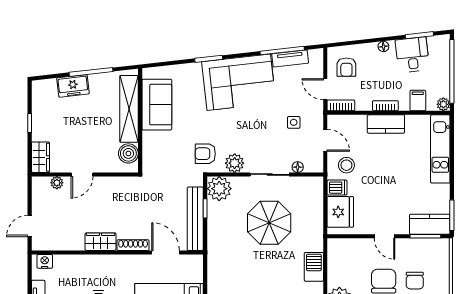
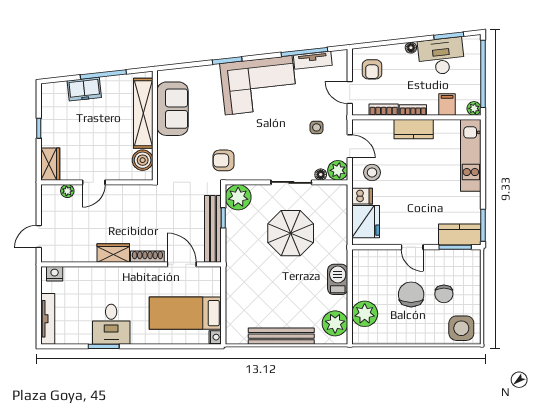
desk: (412, 55) -> (441, 56), width x1.37
bookcase: (341, 105) -> (384, 110), moved
plant: (235, 163) -> (338, 170), moved

